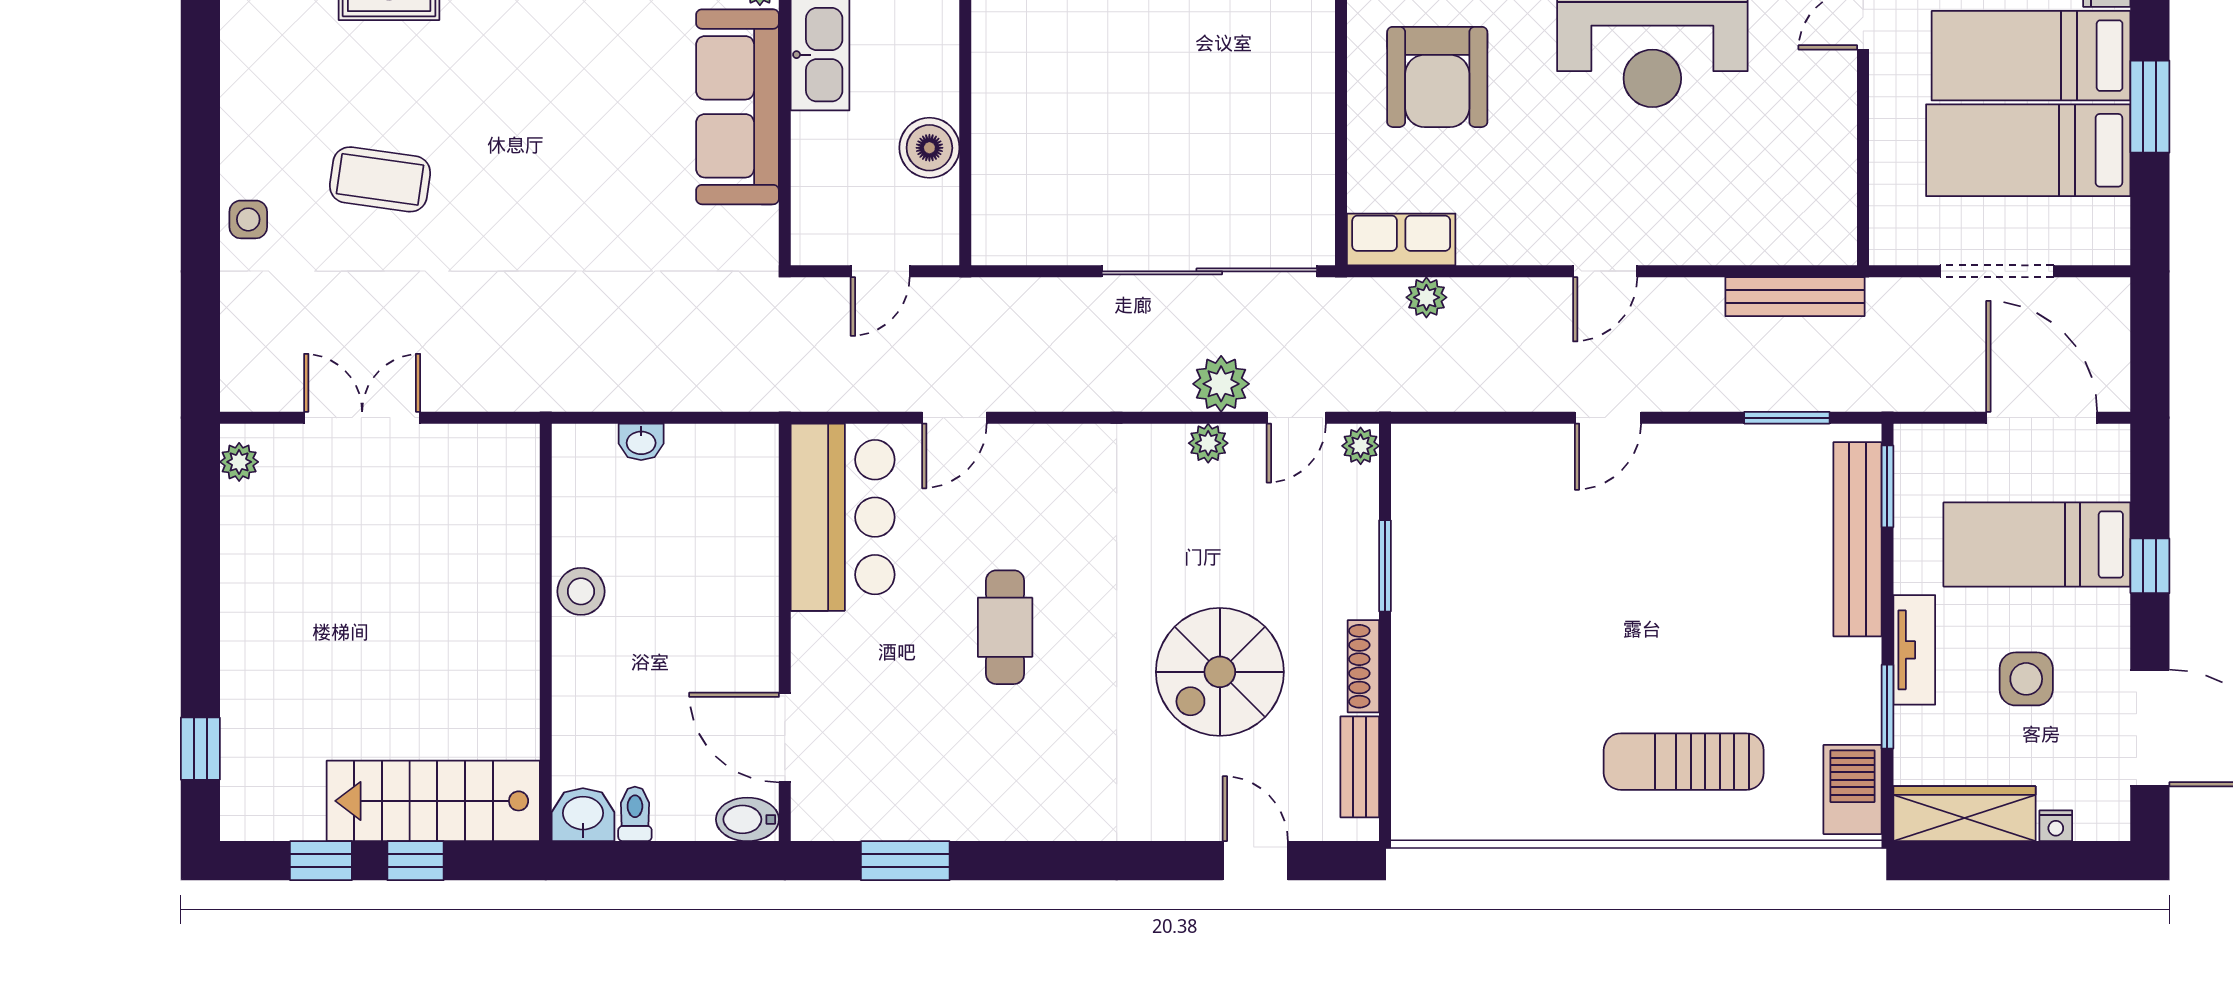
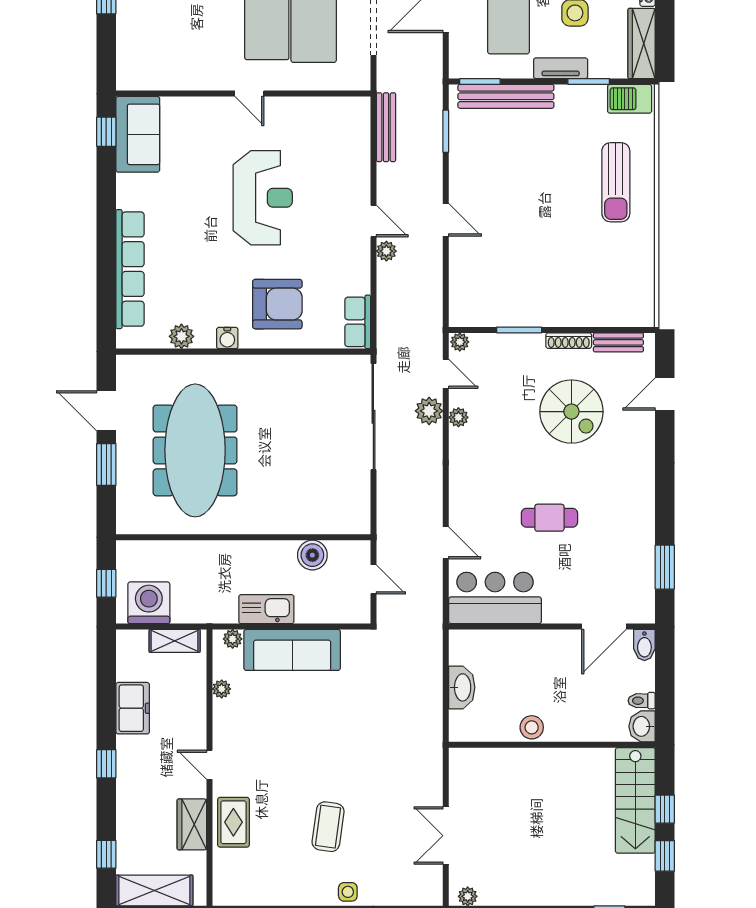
plant: (1426, 297) -> (386, 251), moved
washbasin: (641, 442) -> (462, 687), width x1.91, depth x1.45

